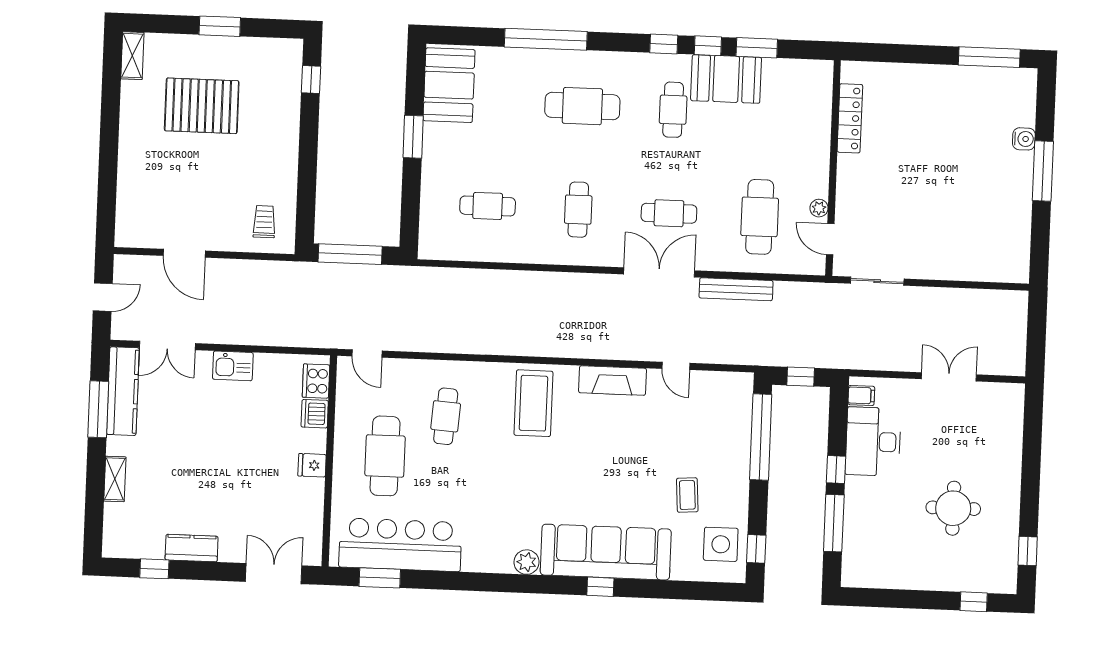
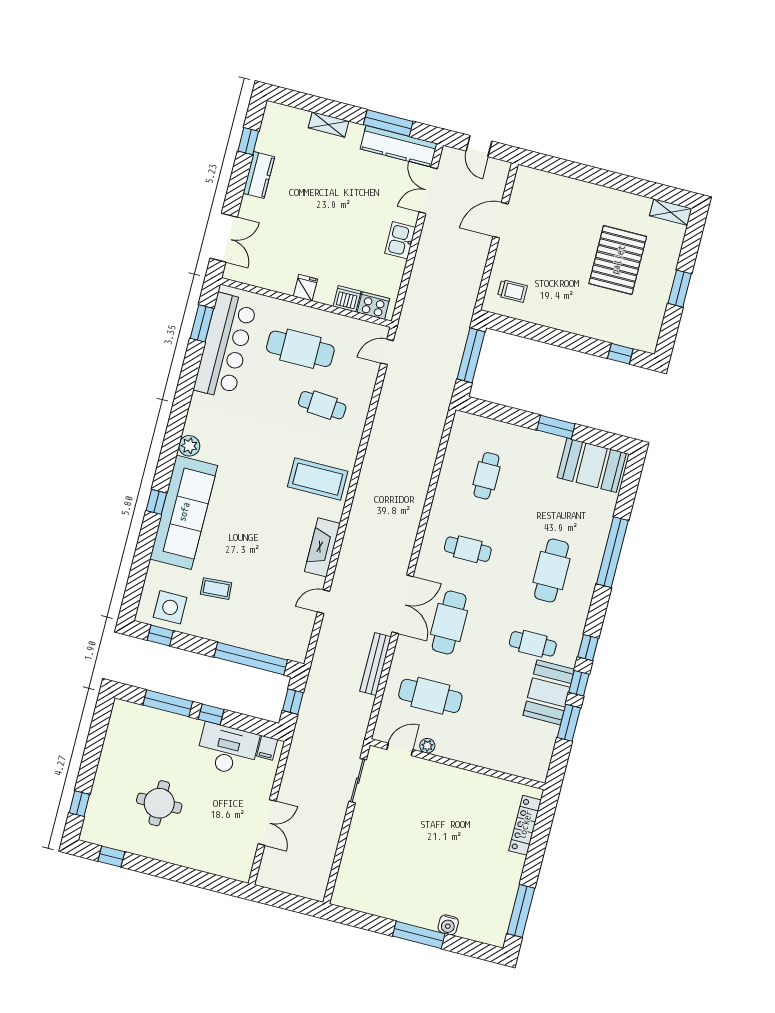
locker: (850, 118) -> (525, 825), moved, turned 90
cafe table: (669, 213) -> (449, 622), width x1.37, depth x1.35

